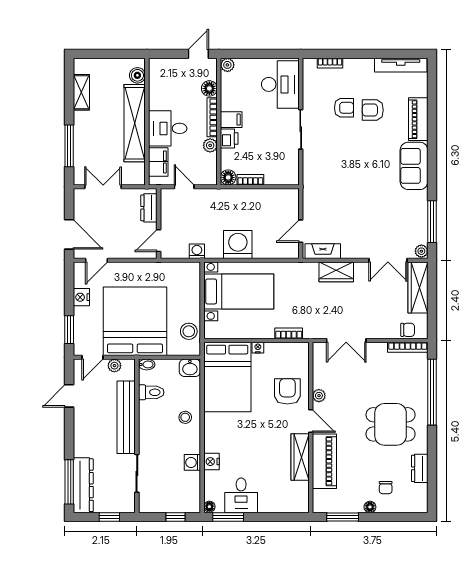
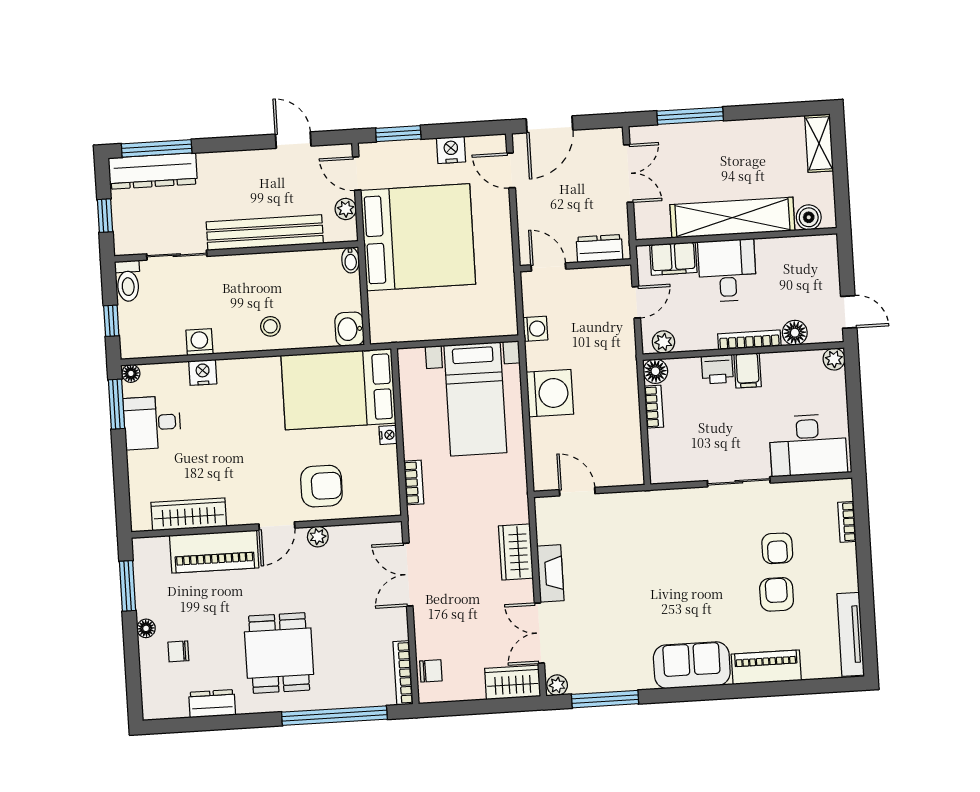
shelving: (81, 92) -> (819, 143), moved, turned 90
plant: (210, 145) -> (663, 342), moved
fireplace: (323, 251) -> (550, 573), moved
wardrobe: (418, 288) -> (513, 682), width x0.67
chair: (408, 330) -> (431, 671), turned -90
stool: (189, 331) -> (407, 324), removed
toilet: (151, 392) -> (128, 281), moved
wardrobe: (300, 457) -> (189, 514), moved

